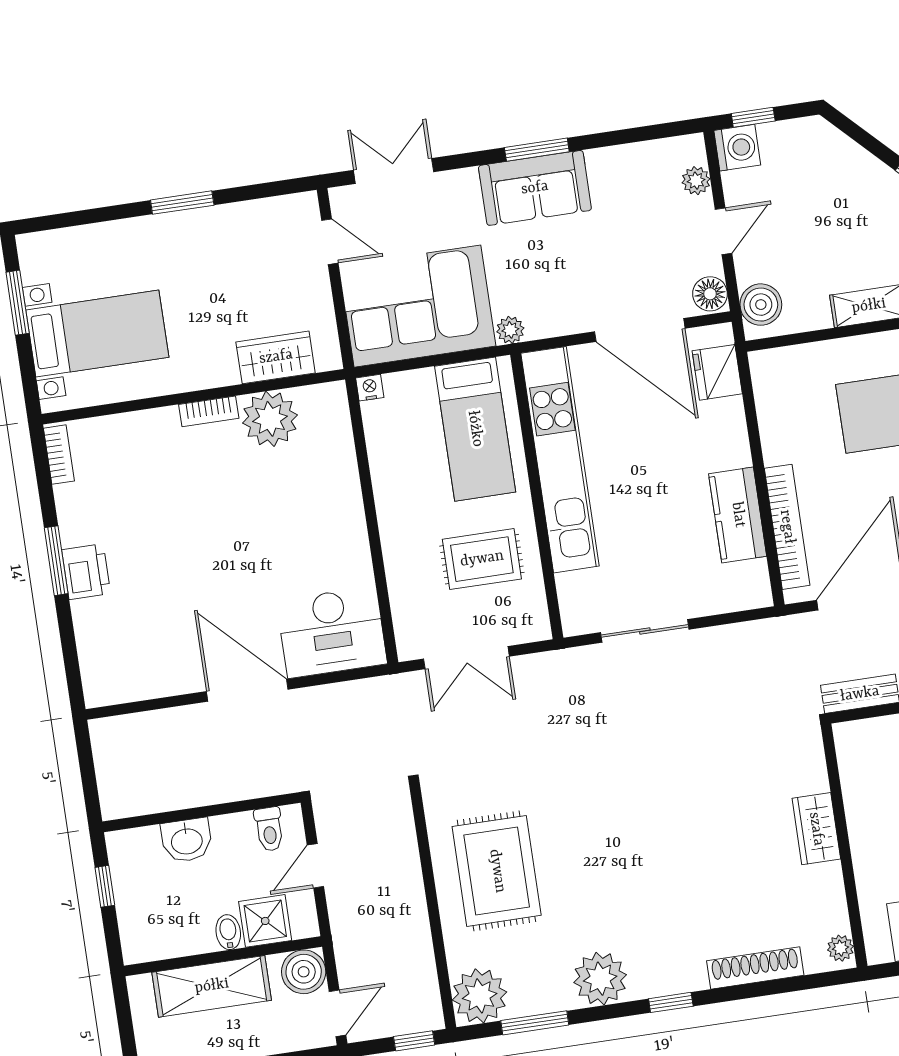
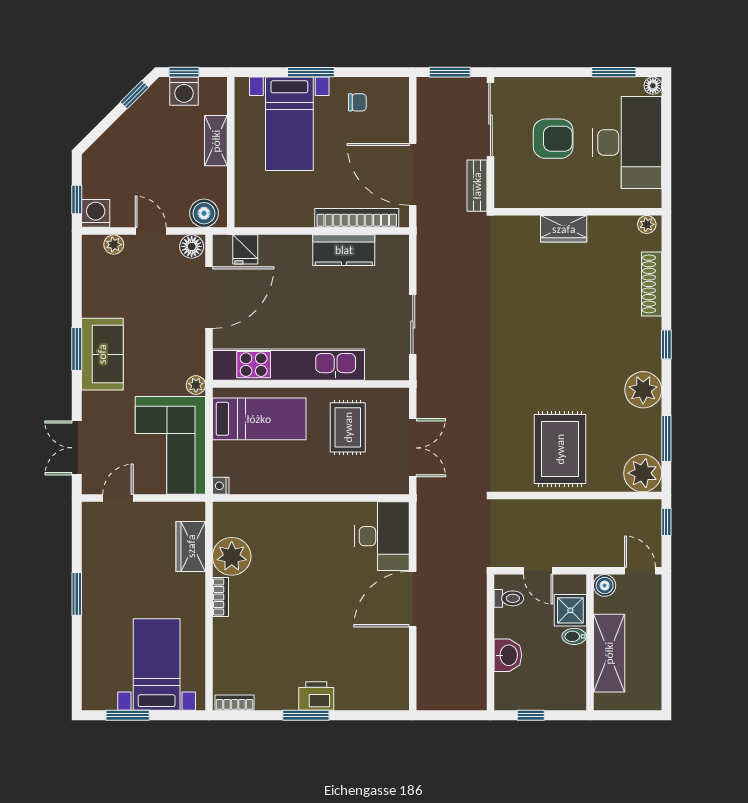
fridge: (717, 372) -> (245, 249), width x0.72
rug: (497, 871) -> (560, 449), turned 90
boiler: (304, 972) -> (605, 585), width x0.73, depth x0.73

